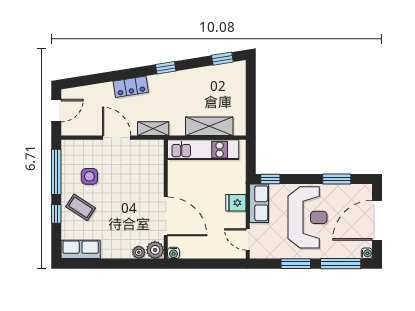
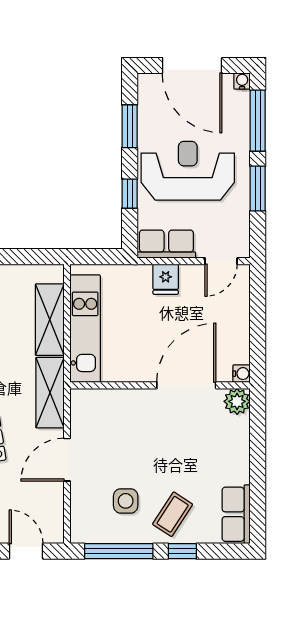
shelving: (153, 129) -> (50, 393), width x1.50, depth x1.33
window: (270, 179) -> (130, 194), moved
plant: (139, 252) -> (241, 426), removed

